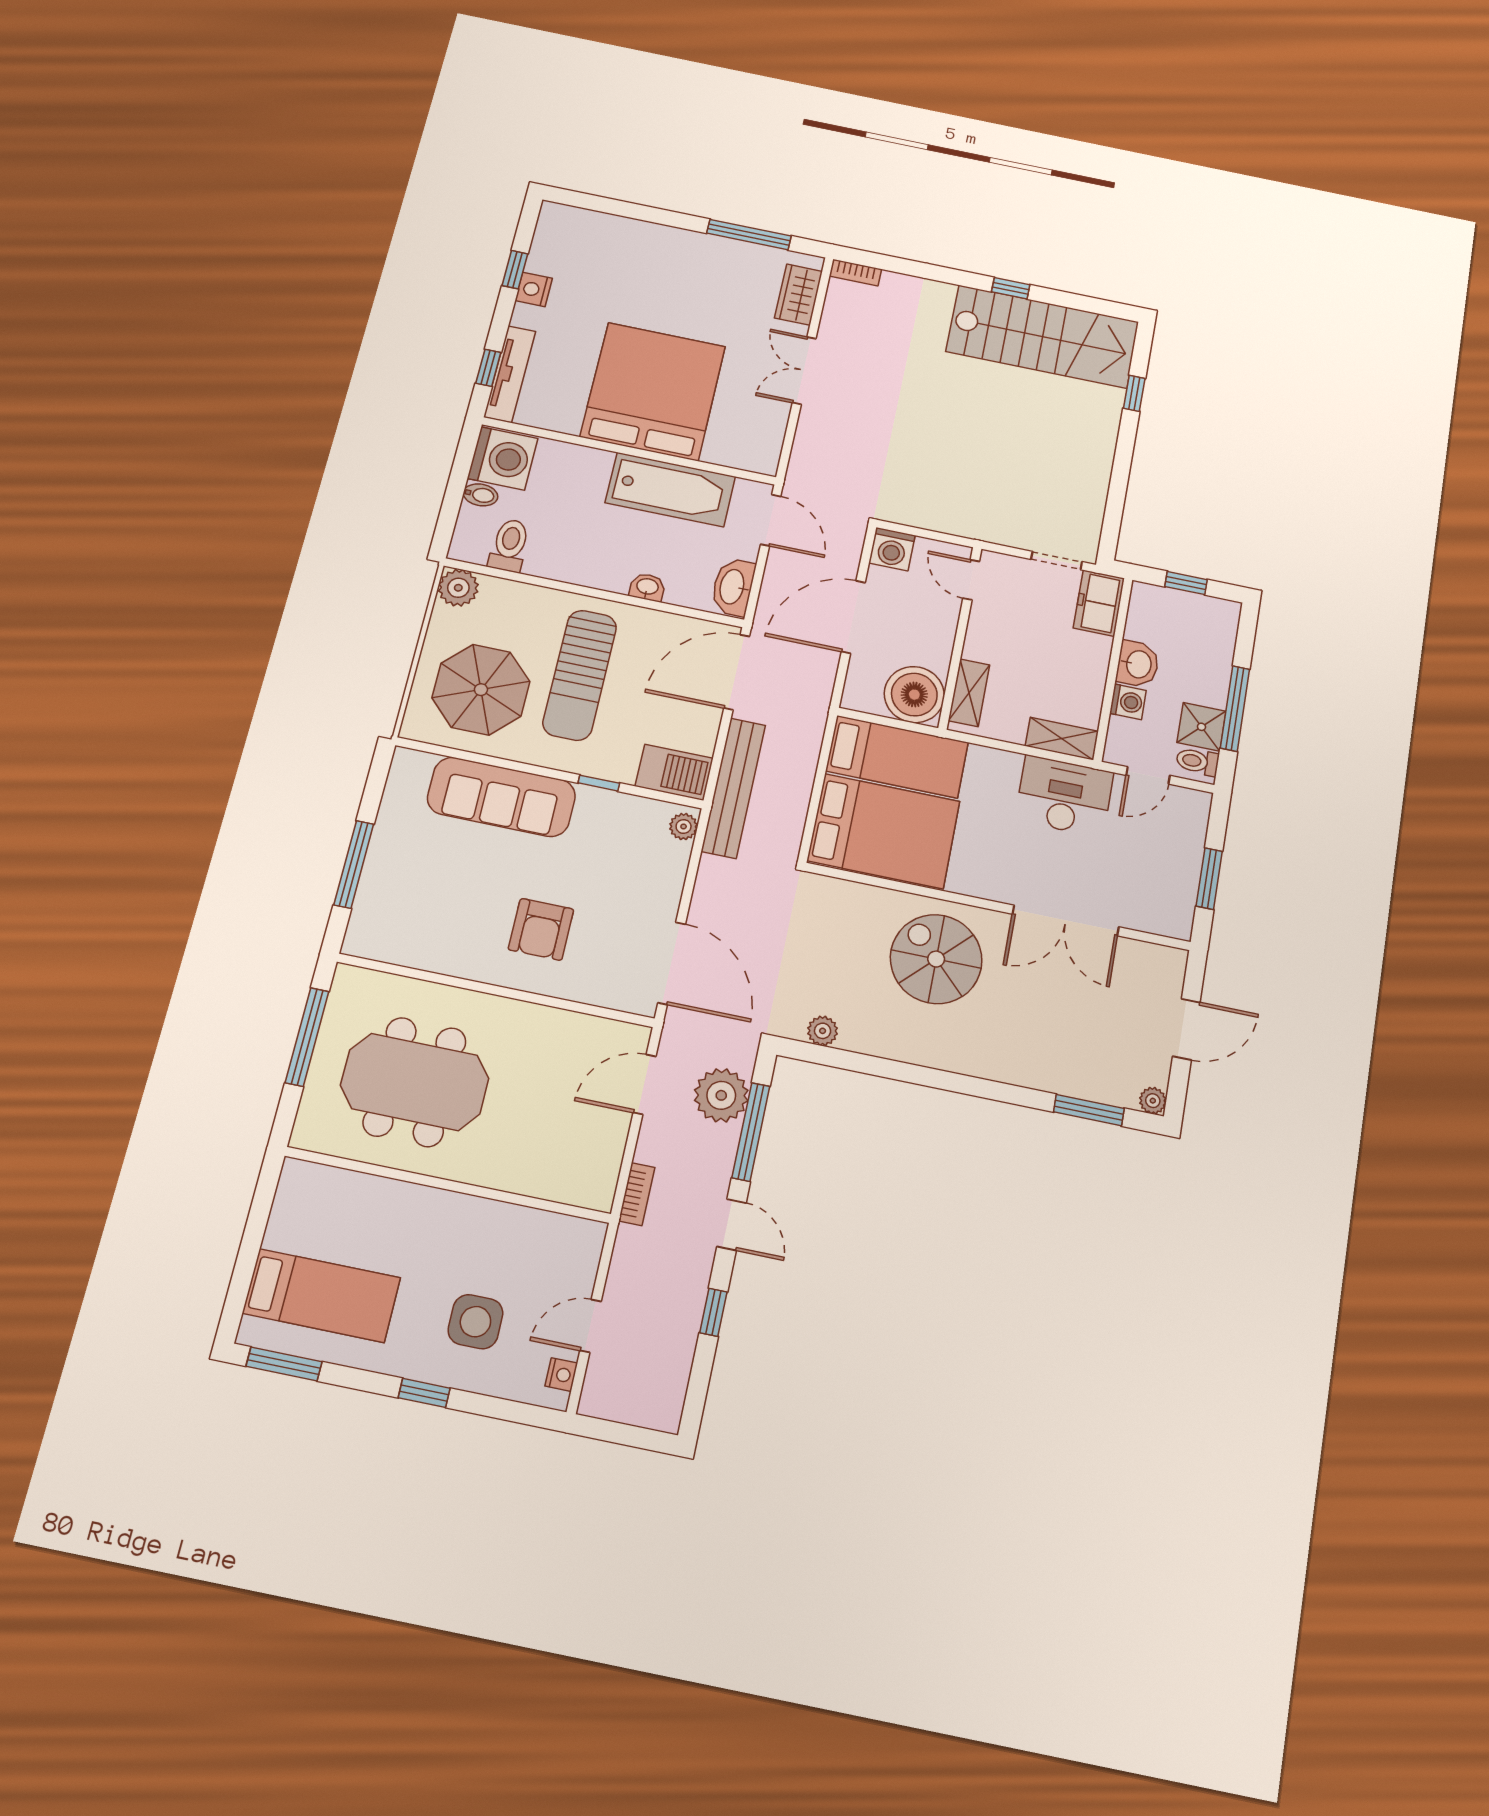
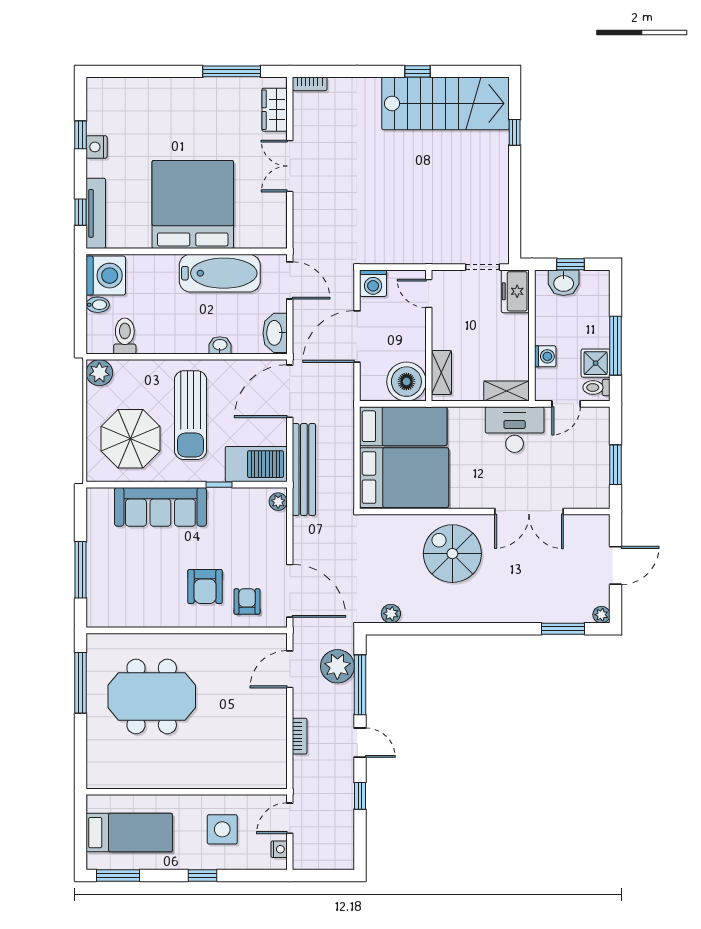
washbasin: (1138, 664) -> (564, 283), moved, turned 90
barbecue: (674, 772) -> (256, 464), width x1.37, depth x1.21
armchair: (601, 966) -> (247, 601), added
wall: (448, 1185) -> (187, 792), moved

